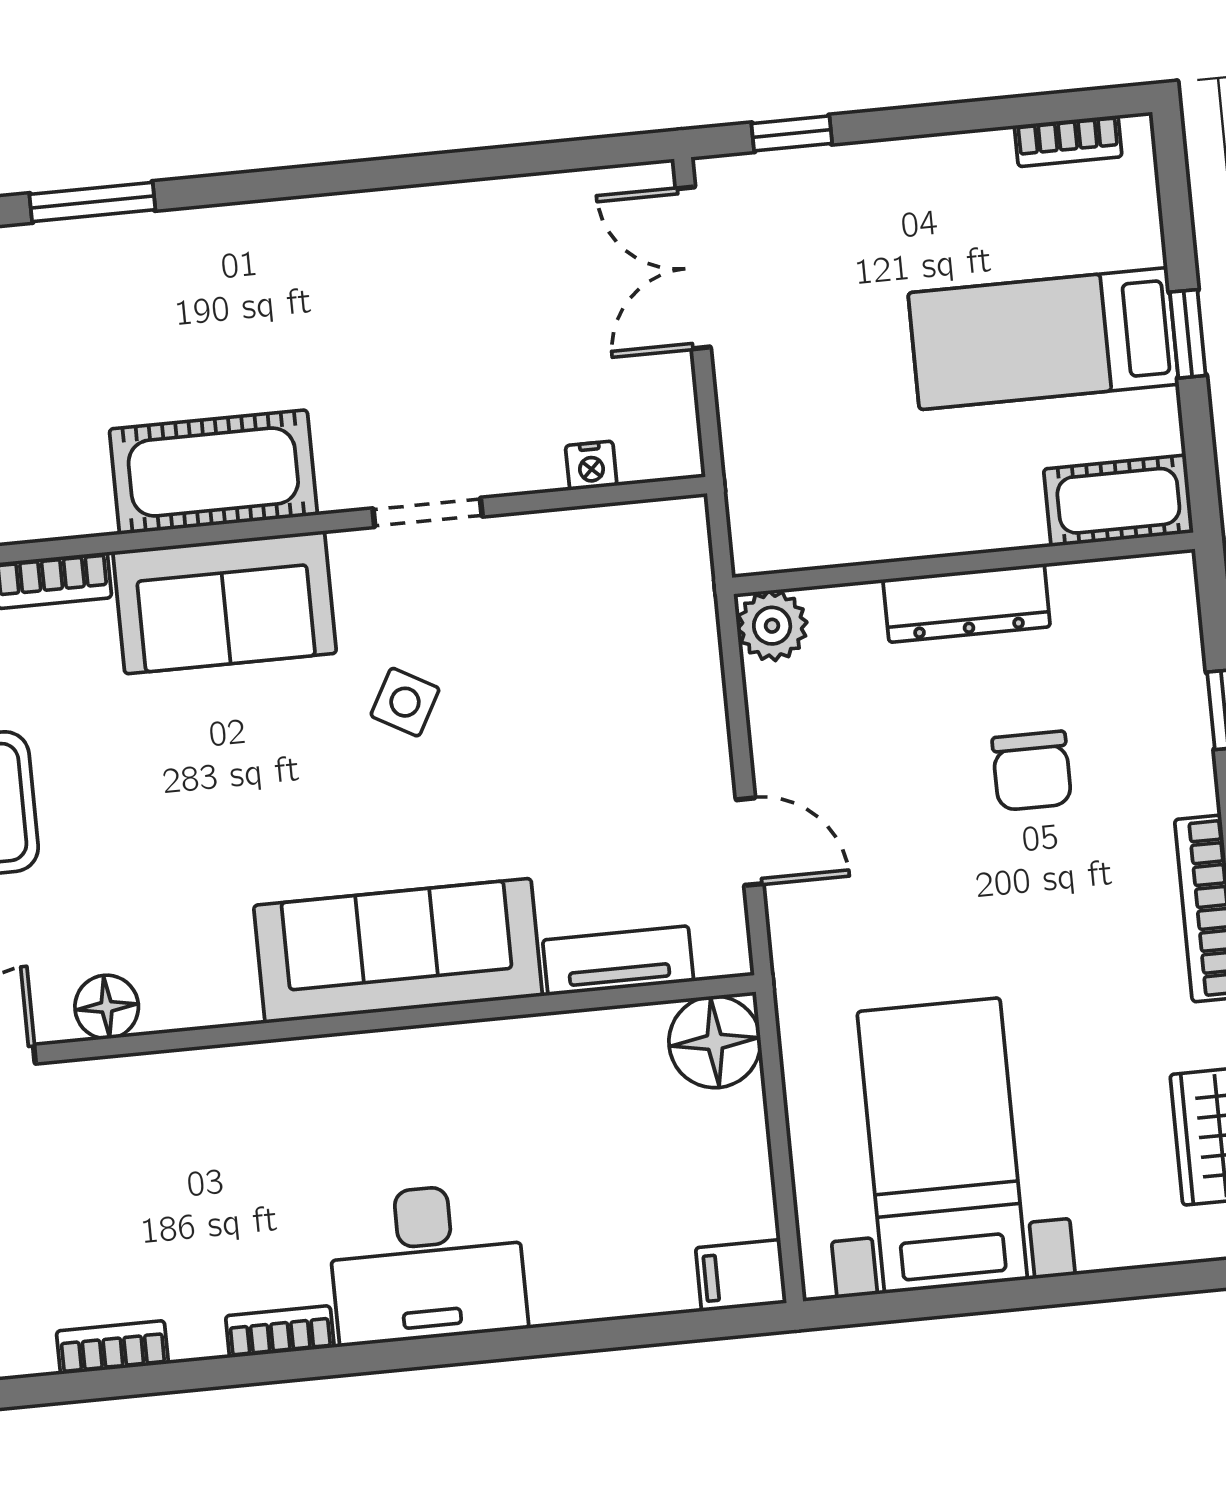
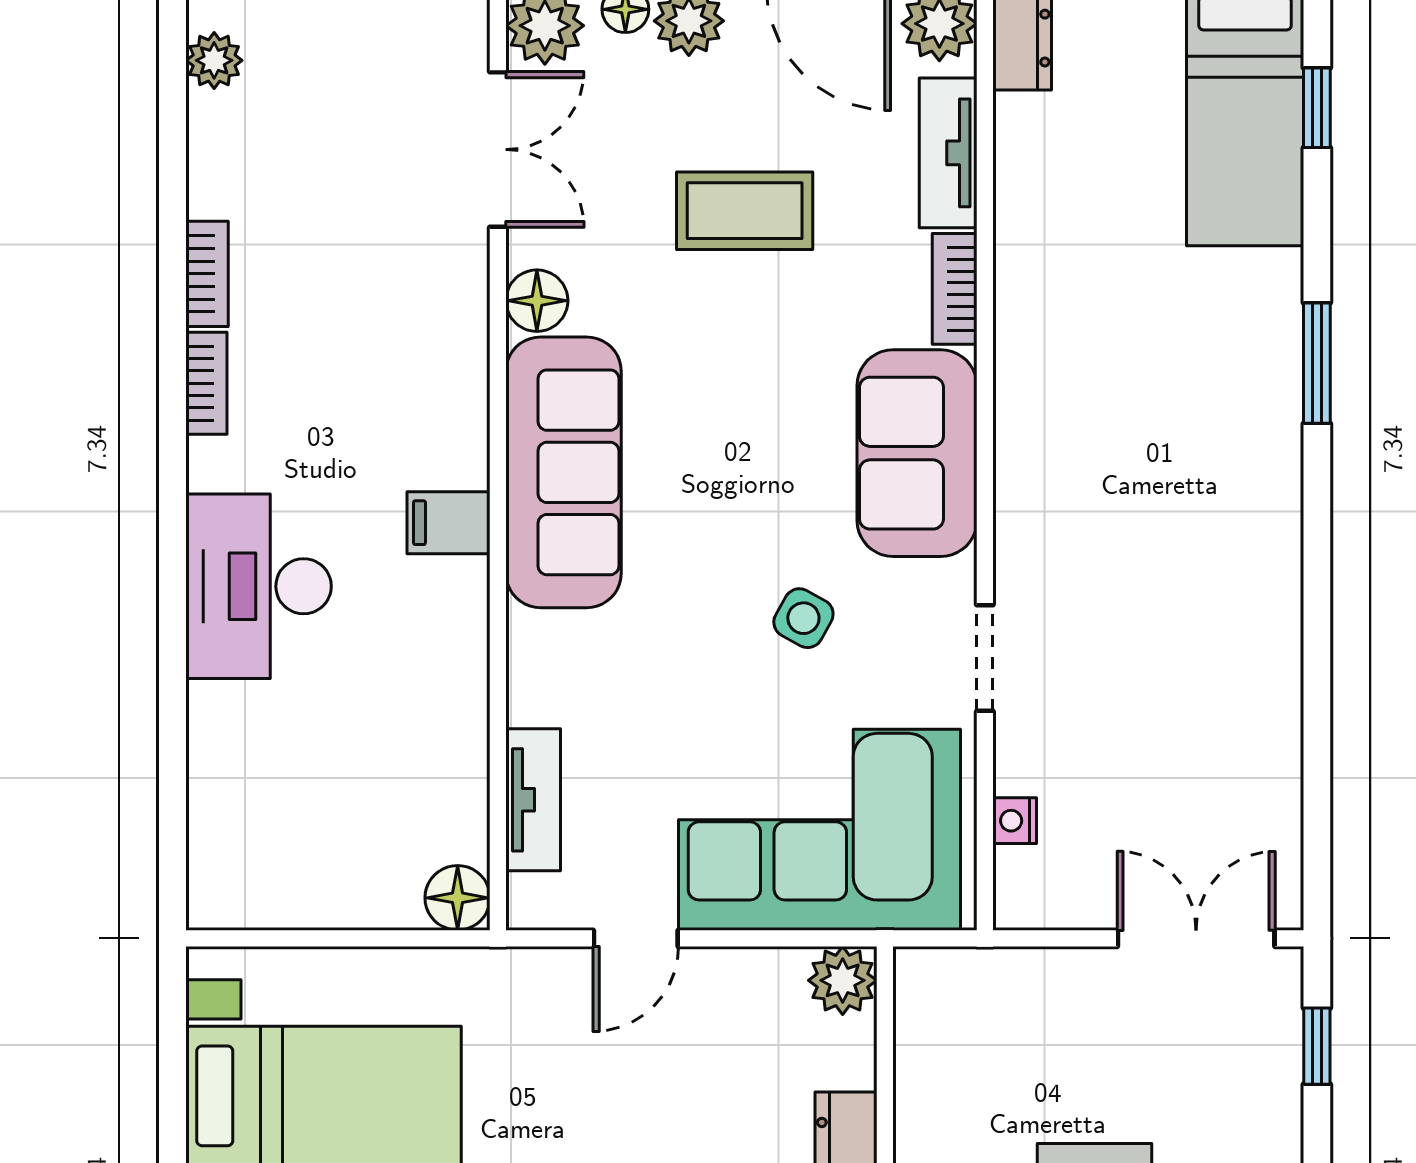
cot: (213, 472) -> (1044, 455), removed
corner sofa: (620, 664) -> (820, 830), added
sofa: (398, 951) -> (564, 472), moved
floor lamp: (715, 1042) -> (458, 898), width x0.73, depth x0.73
filing cabinet: (741, 1275) -> (449, 523), moved, turned -90
bookcase: (280, 1332) -> (206, 383), moved

